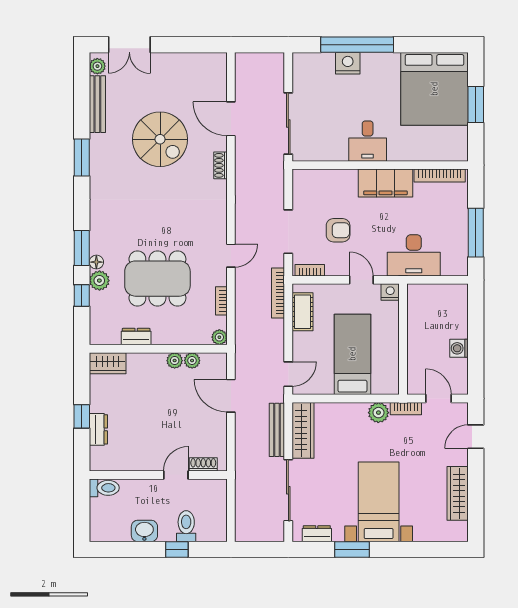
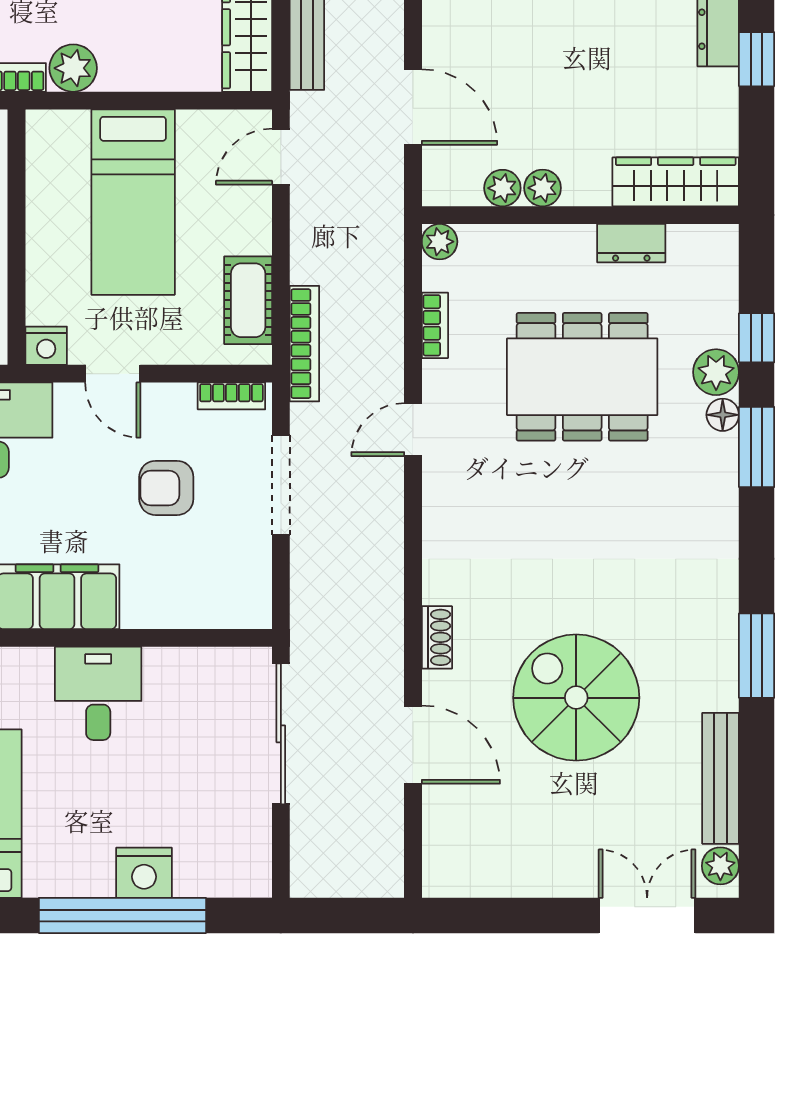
wardrobe: (108, 363) -> (676, 182), width x1.50

